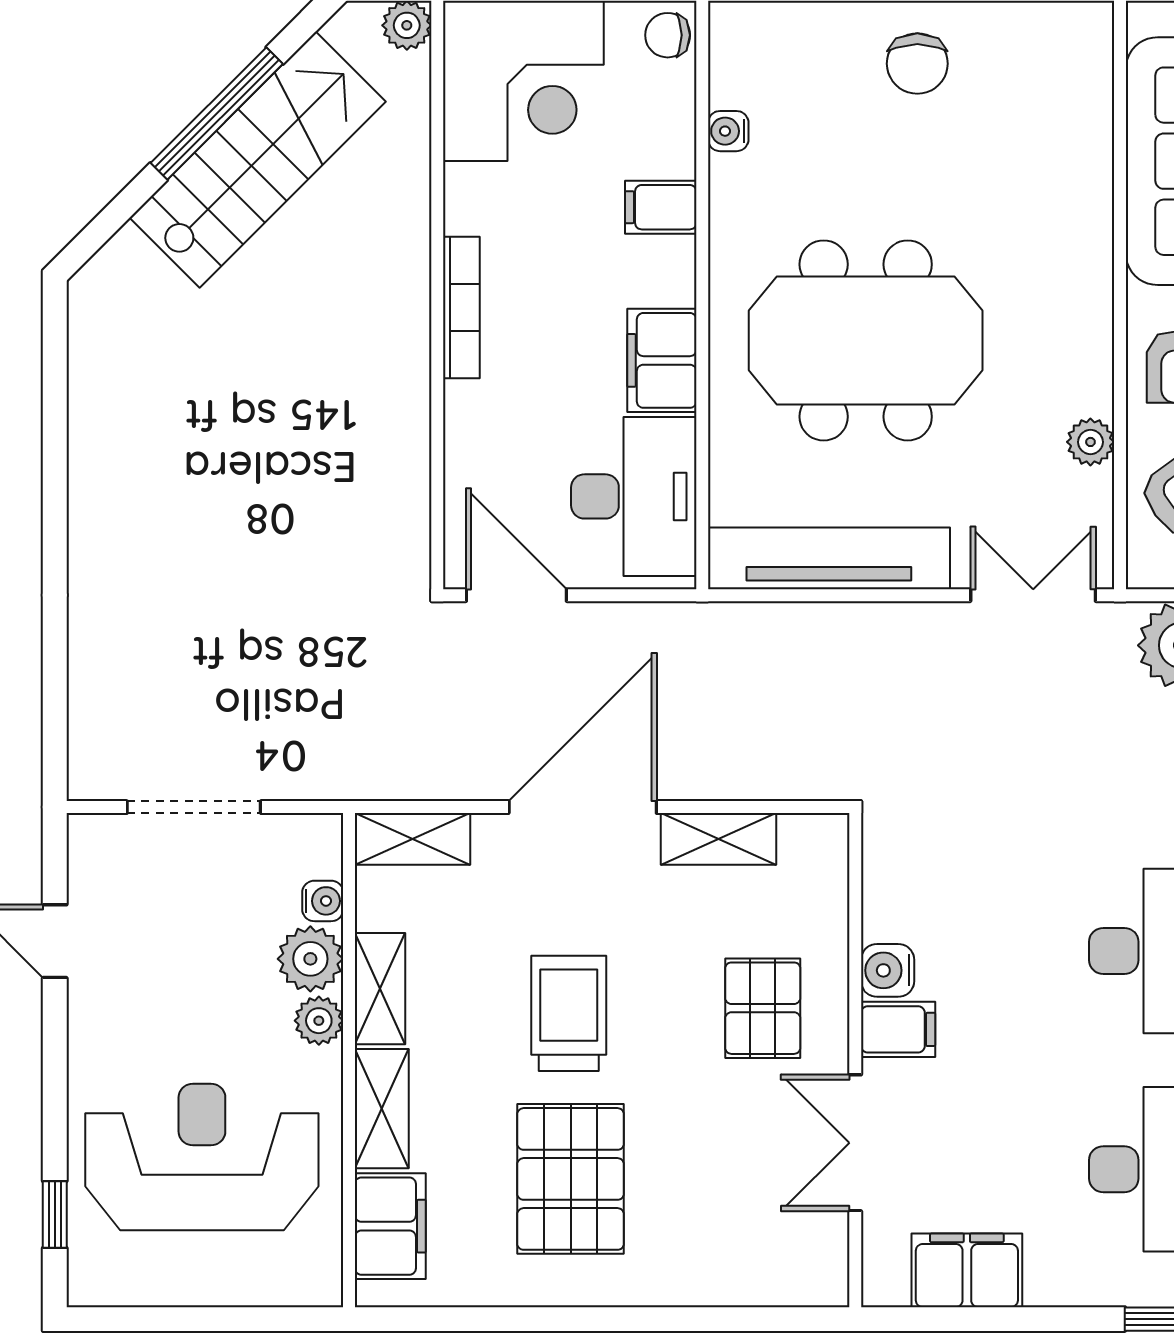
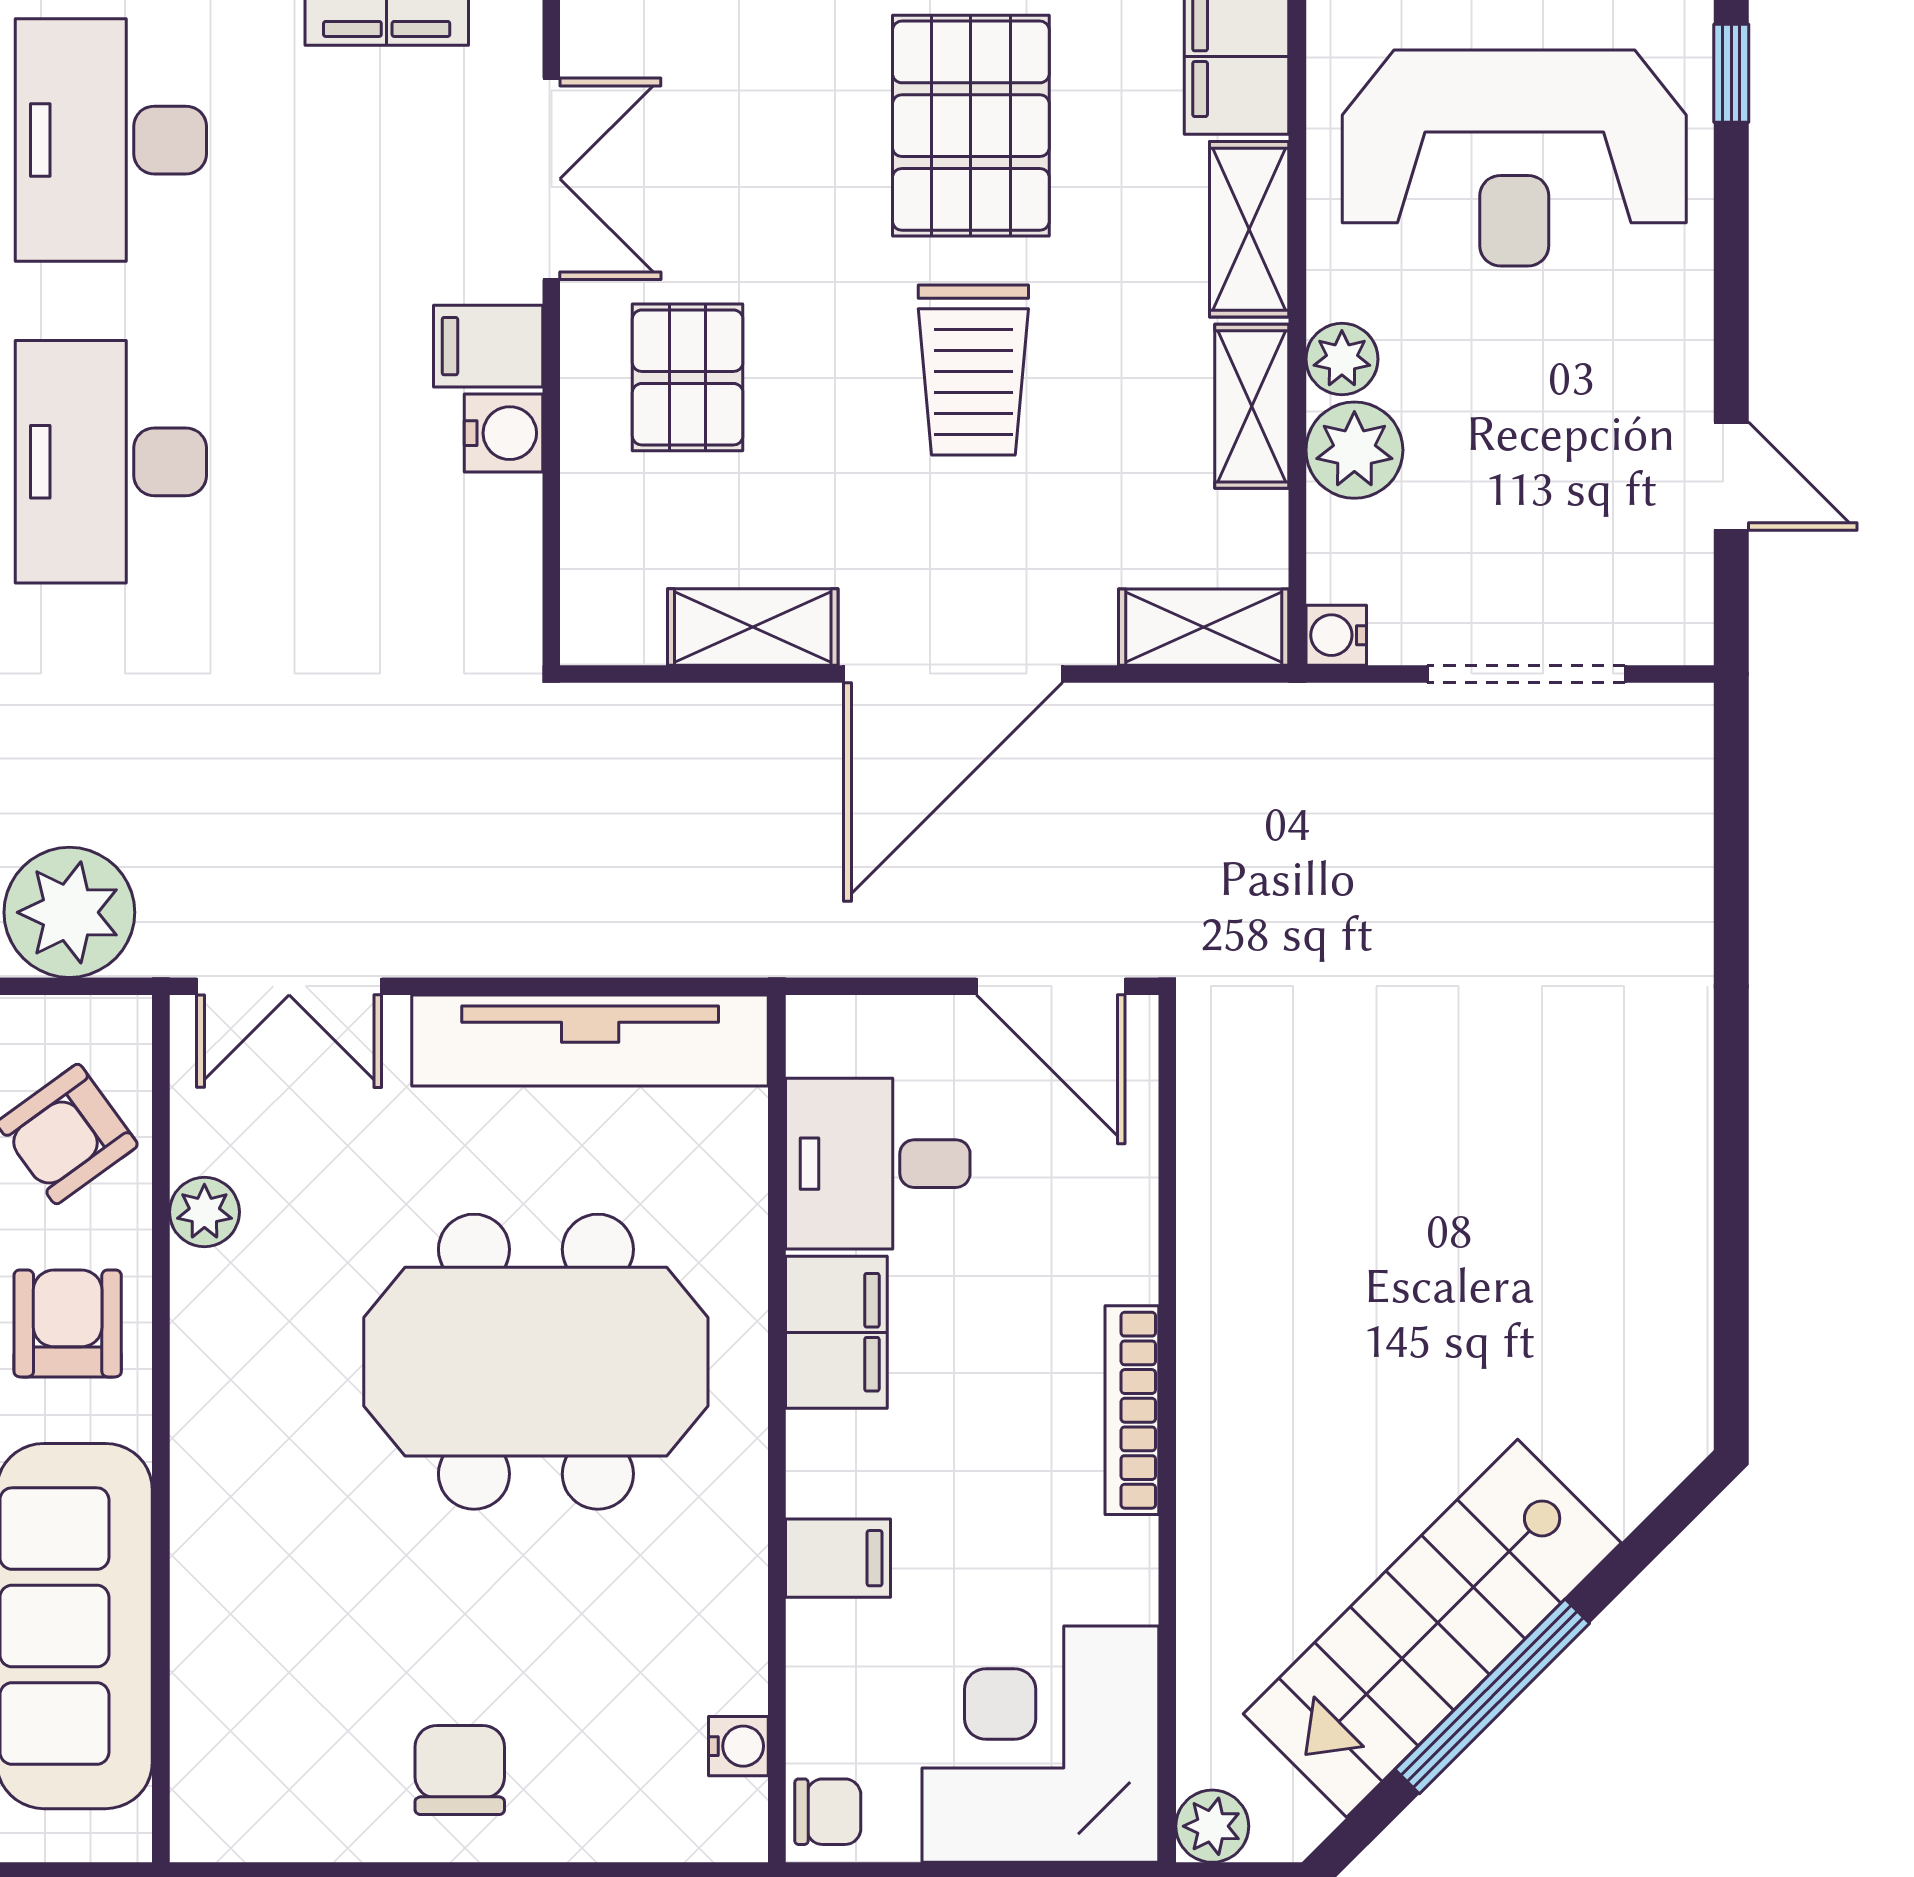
water cooler: (728, 131) -> (738, 1746), moved
desk: (634, 496) -> (878, 1164), width x0.73
water cooler: (323, 901) -> (1336, 635), moved

